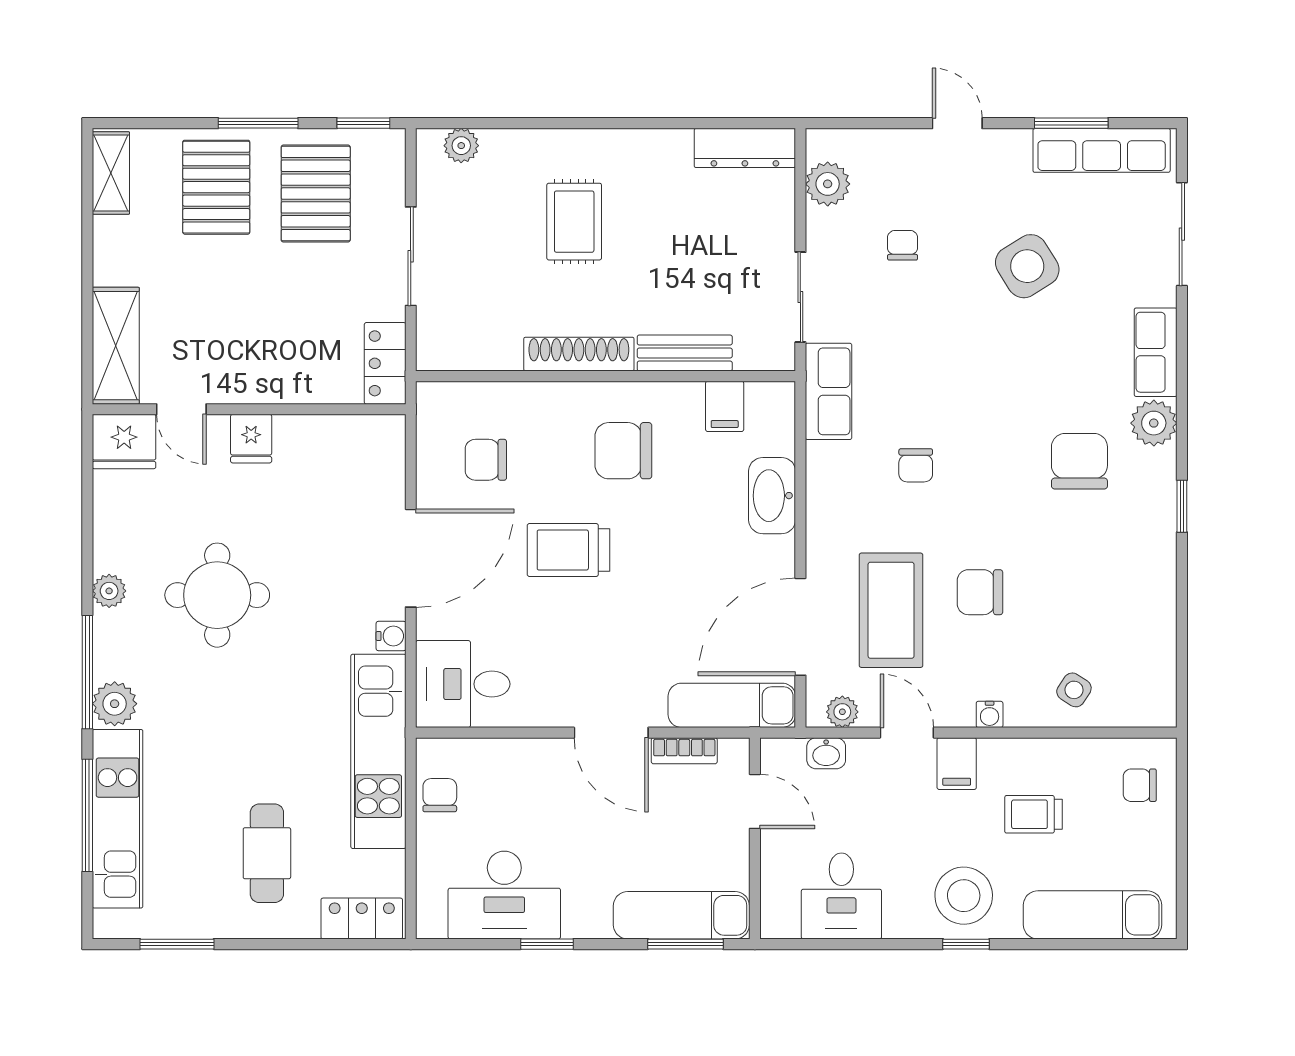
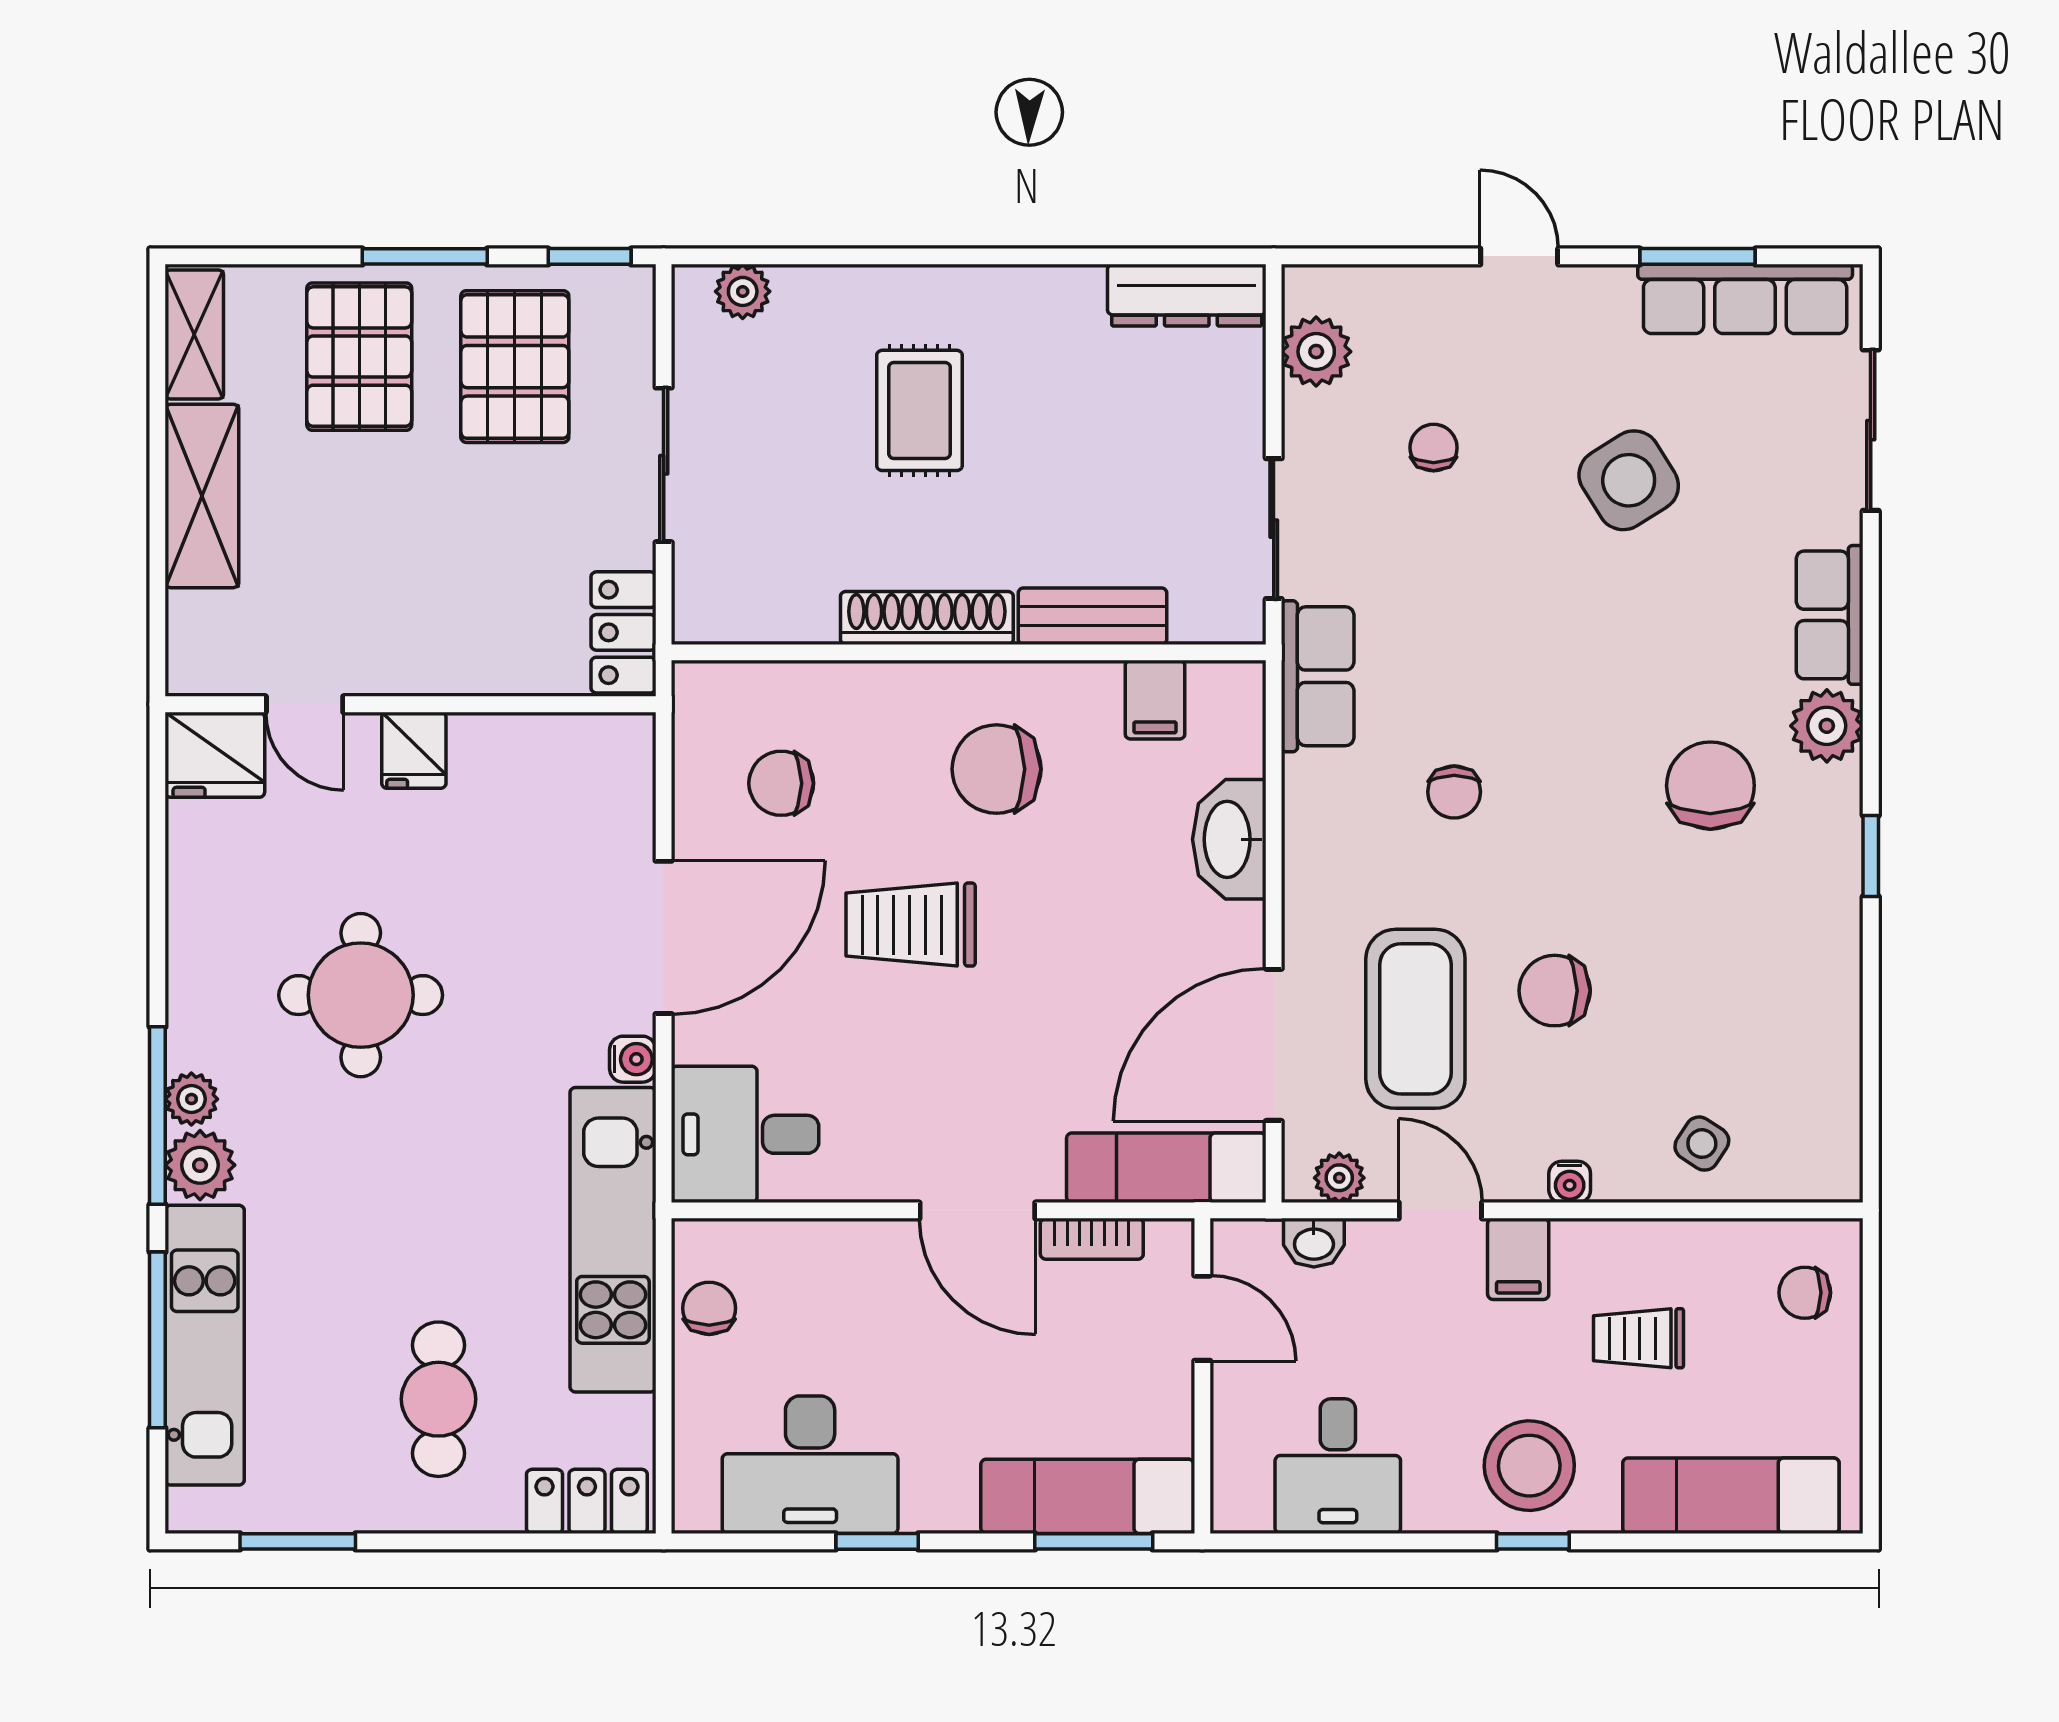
shelving: (116, 346) -> (202, 496), moved
plant: (109, 591) -> (191, 1099), moved

